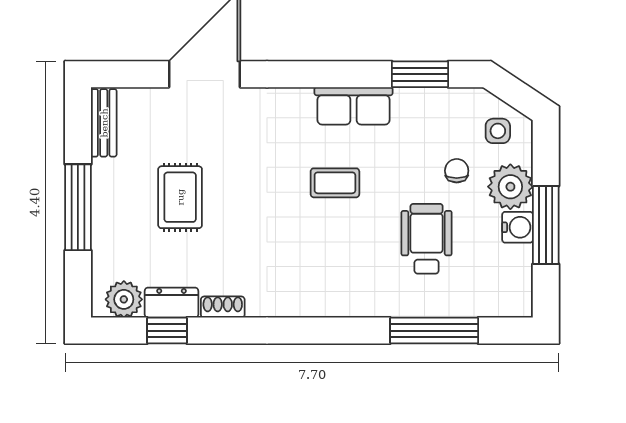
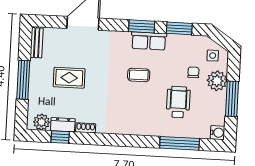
window: (336, 74) -> (142, 26), added
rug: (180, 197) -> (69, 78), turned 90
water cooler: (518, 227) -> (218, 133), moved

